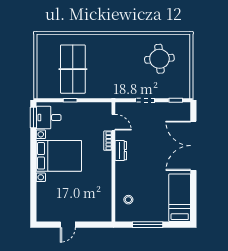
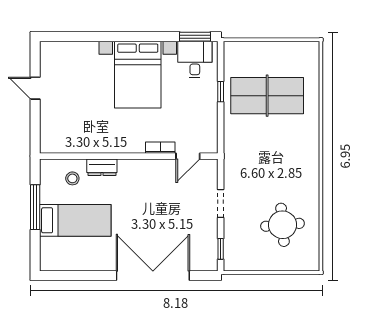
dresser: (121, 151) -> (102, 167), moved
bed: (180, 198) -> (75, 220), moved

